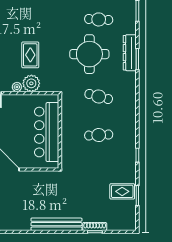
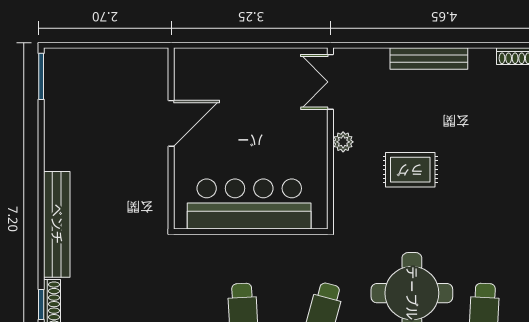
plant: (31, 83) -> (351, 172), removed

